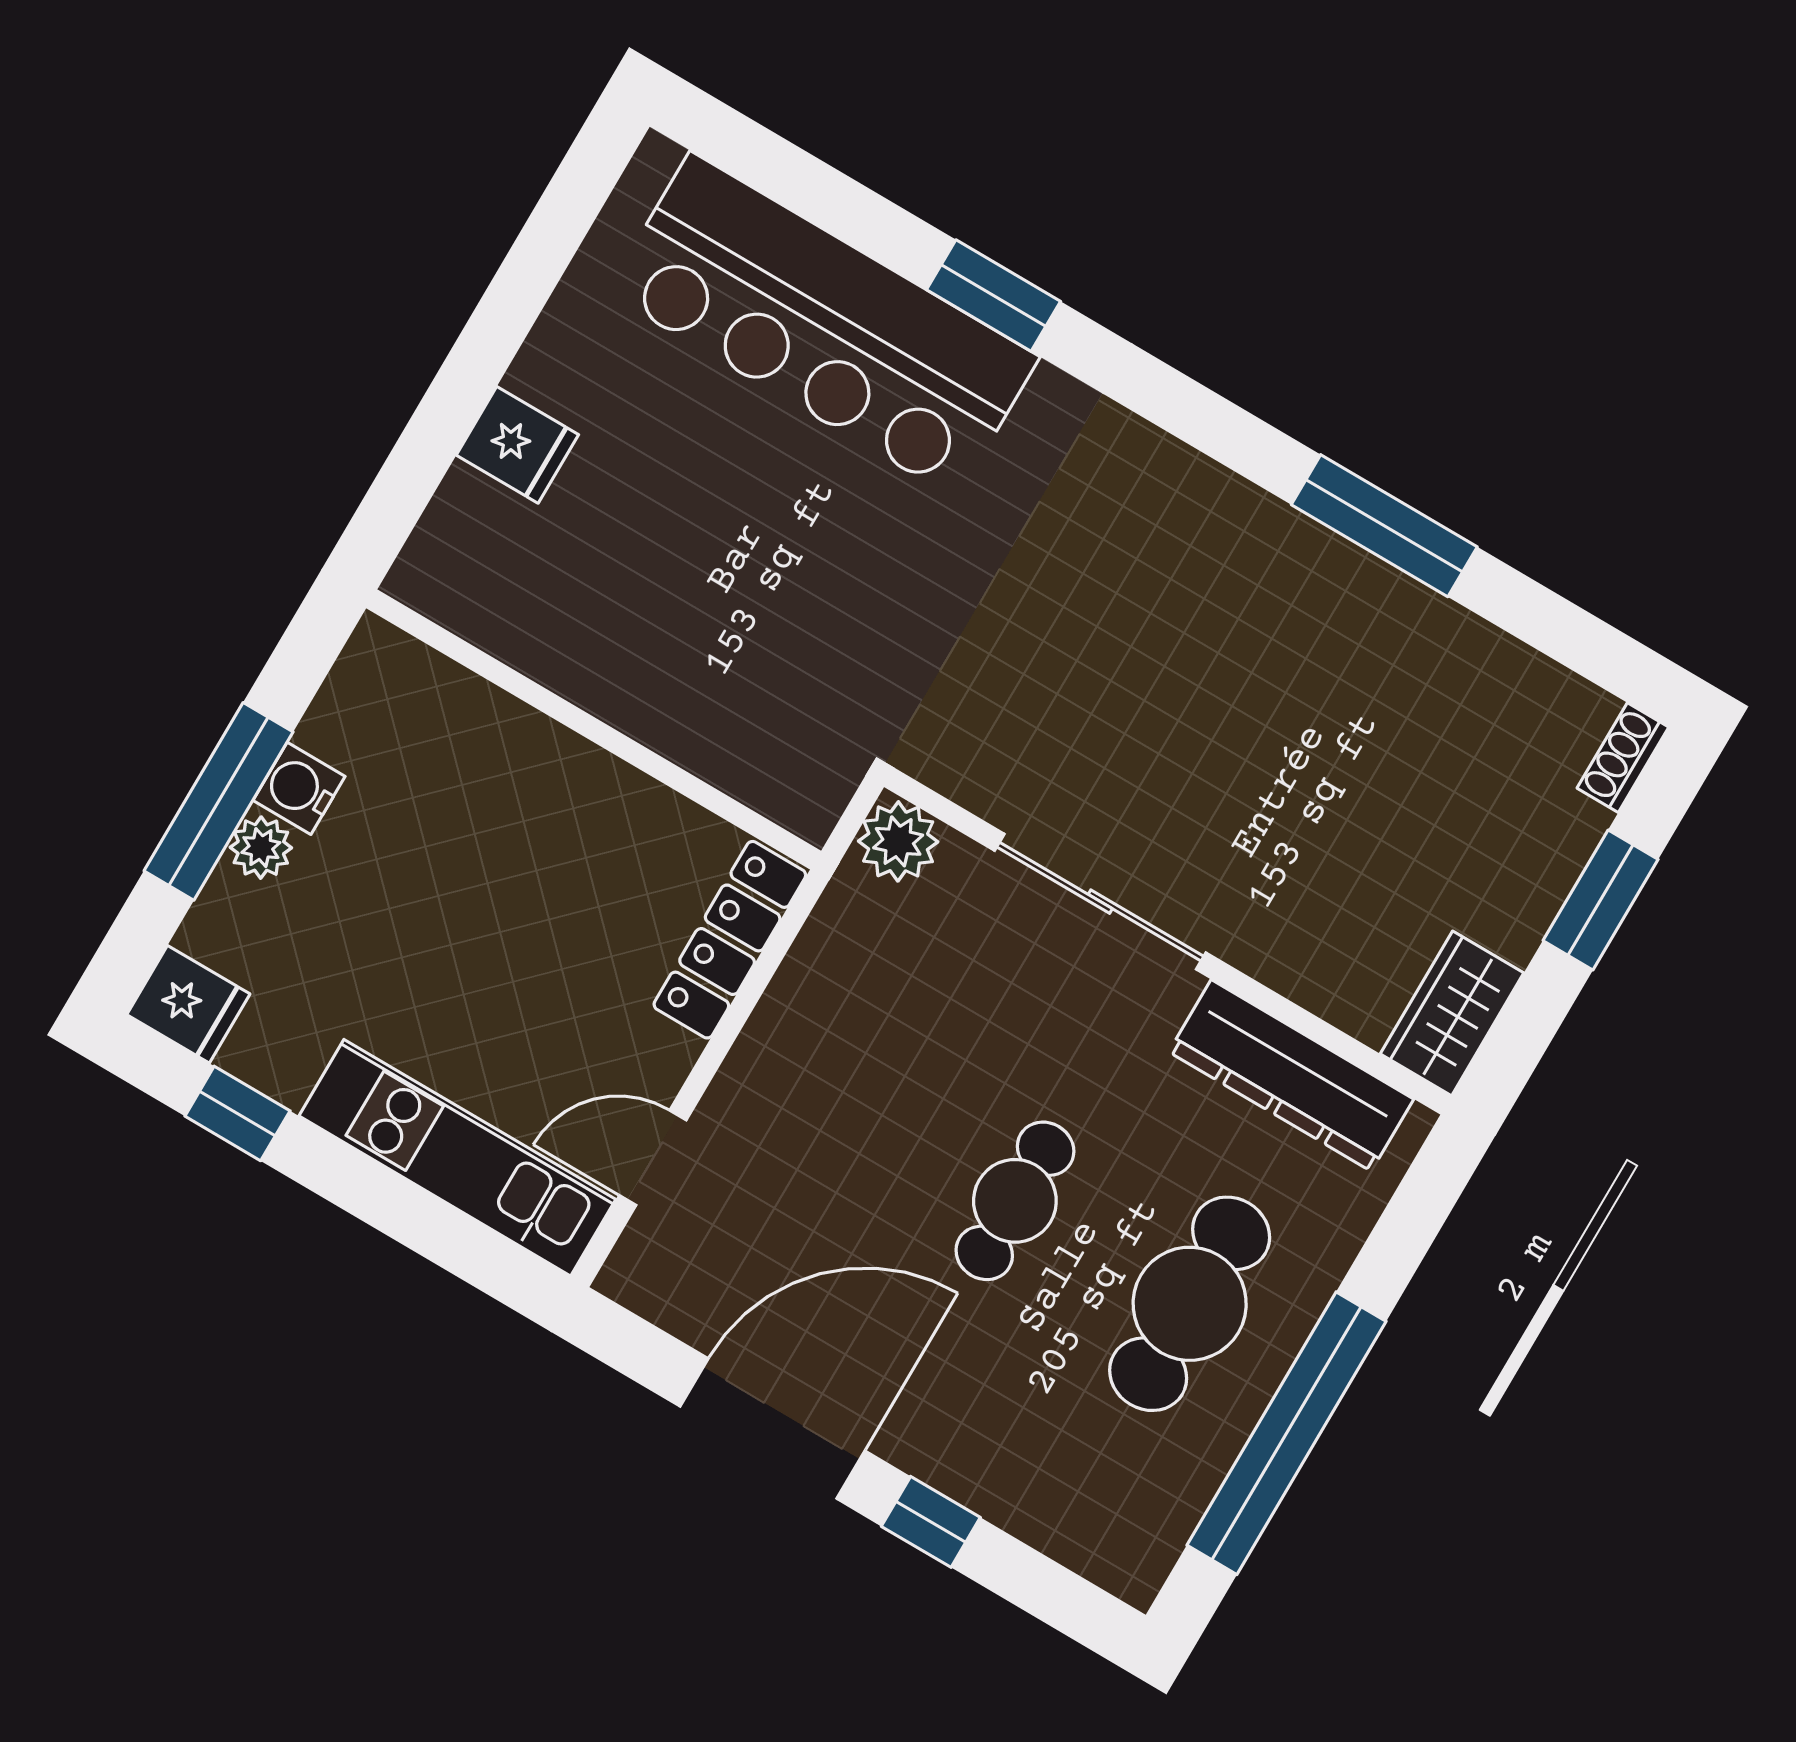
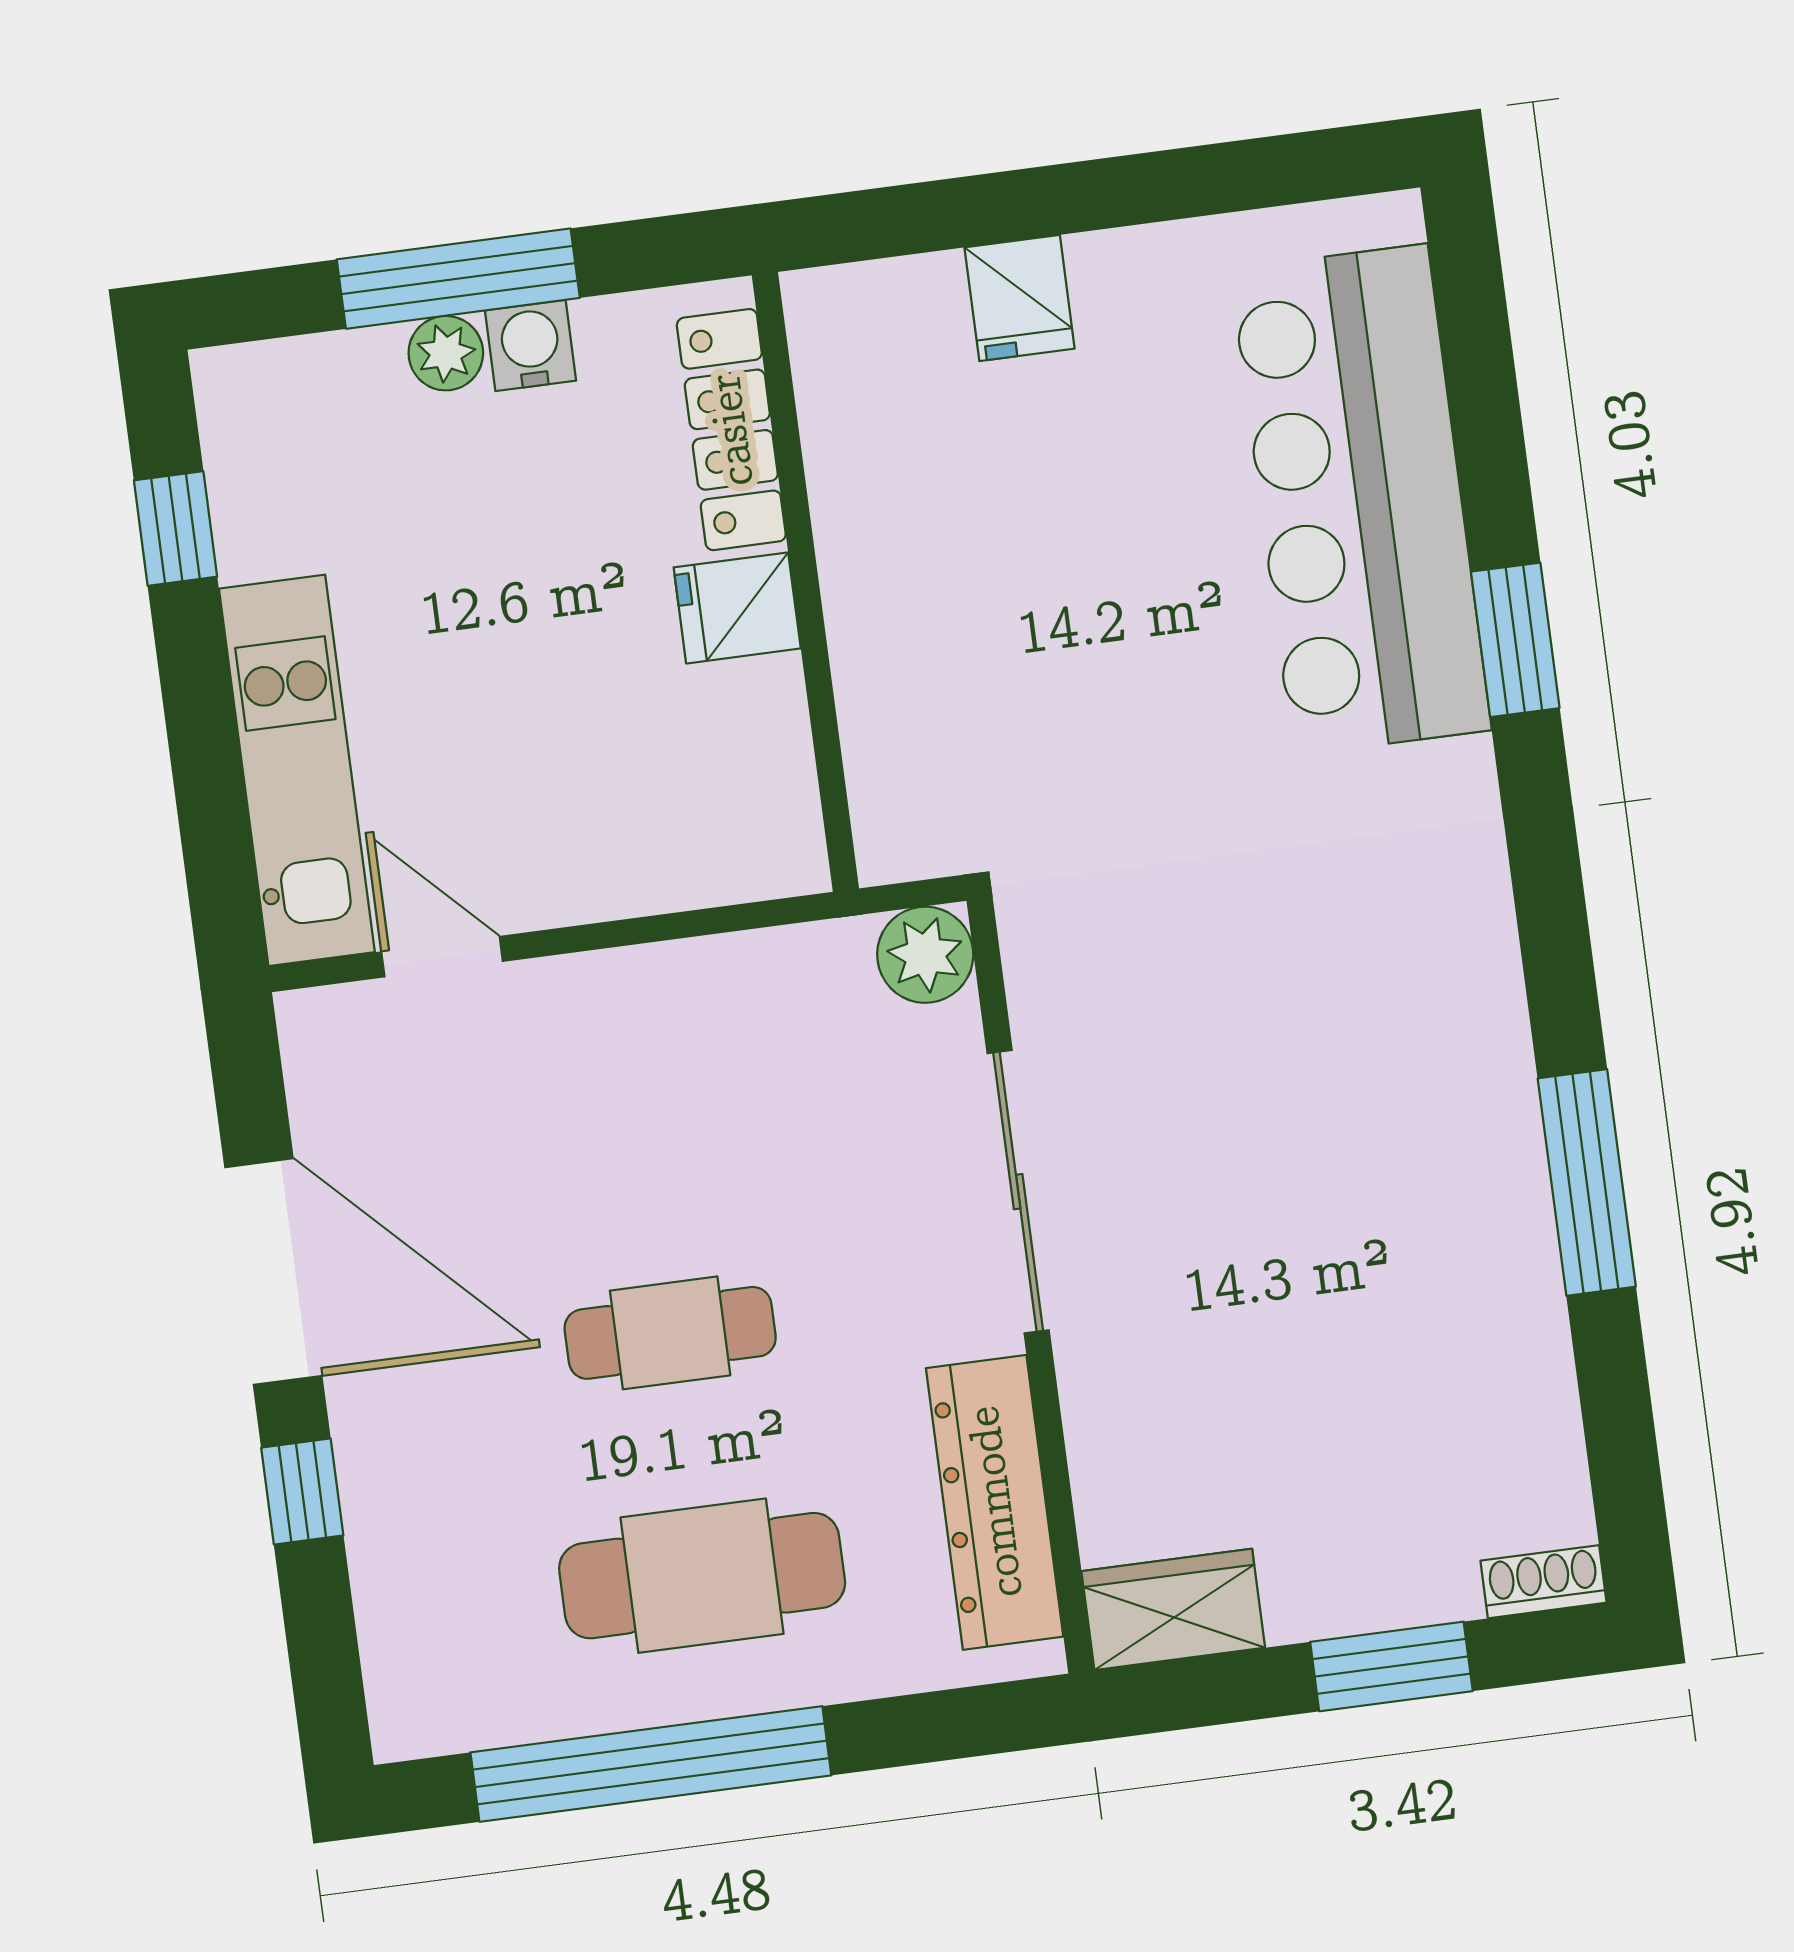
locker: (730, 940) -> (731, 430), moved, turned -90
fridge: (188, 1004) -> (737, 608), moved, turned 90

